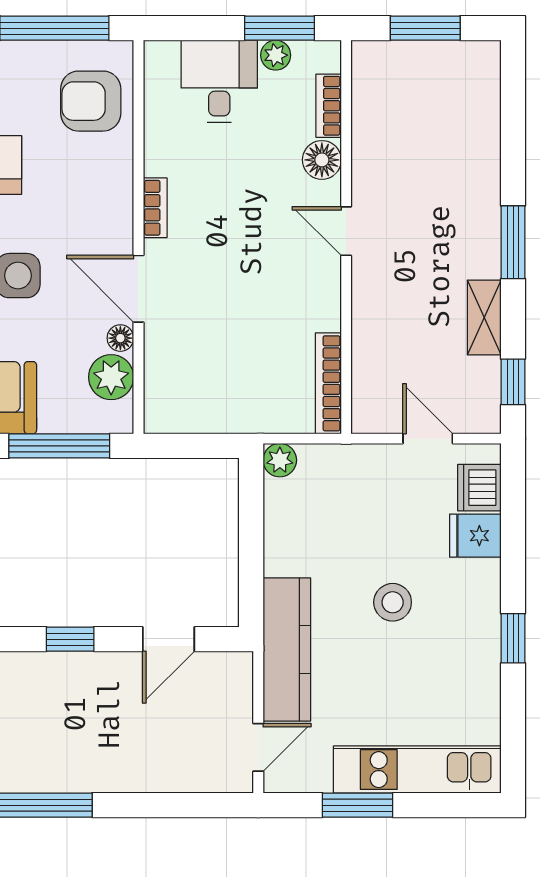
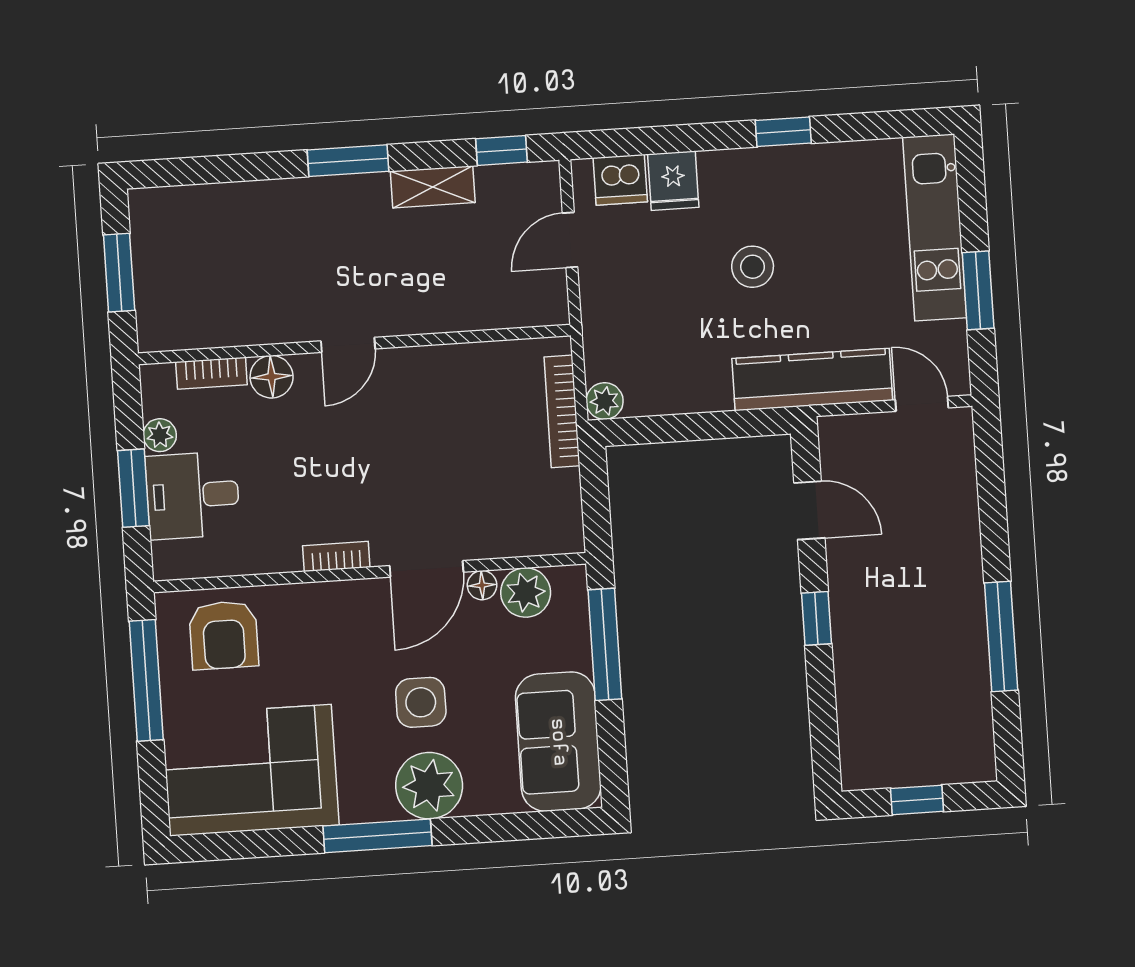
window: (279, 28) -> (133, 488), moved
bookcase: (328, 383) -> (562, 411), moved, turned 90

